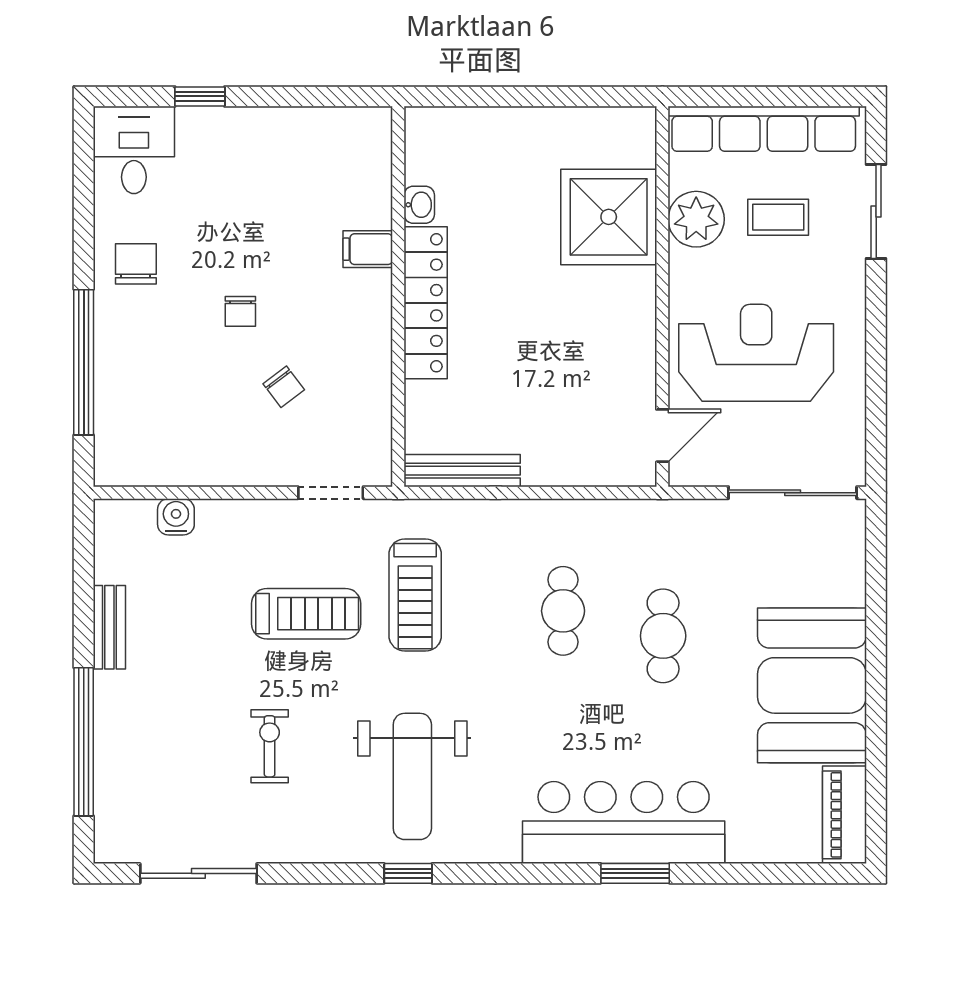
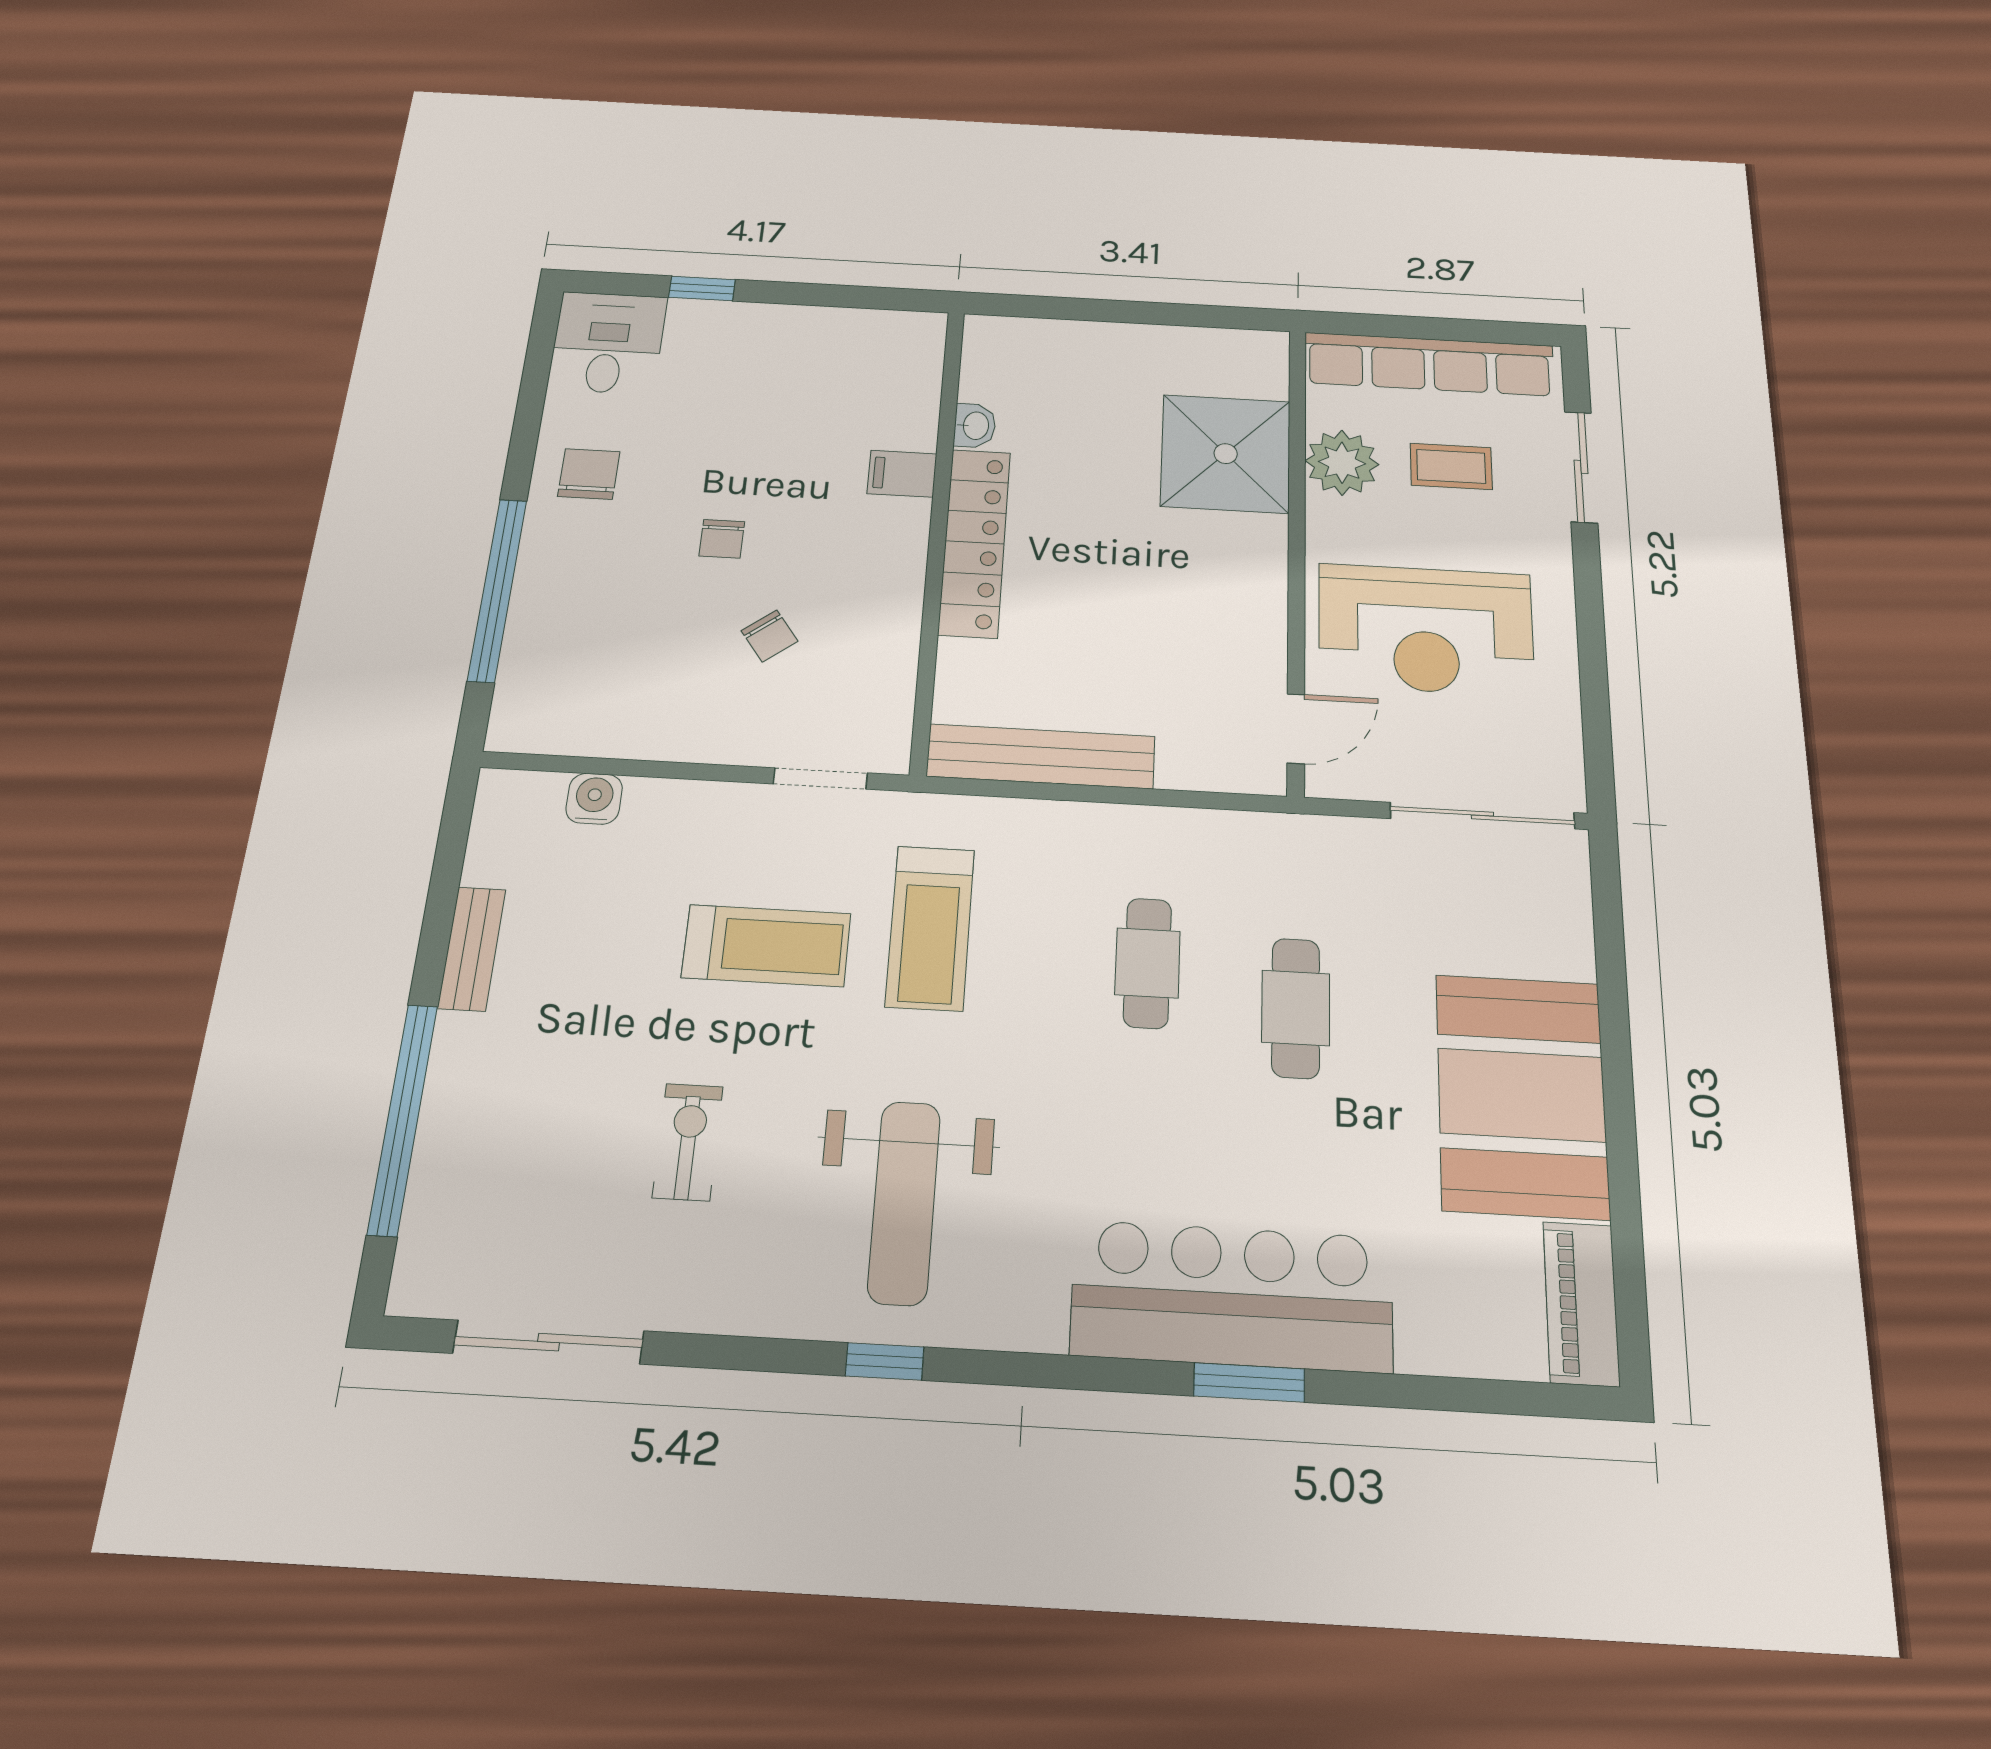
reception desk: (756, 353) -> (1426, 629), turned 180
bench: (462, 471) -> (1041, 756), width x1.37, depth x1.21

